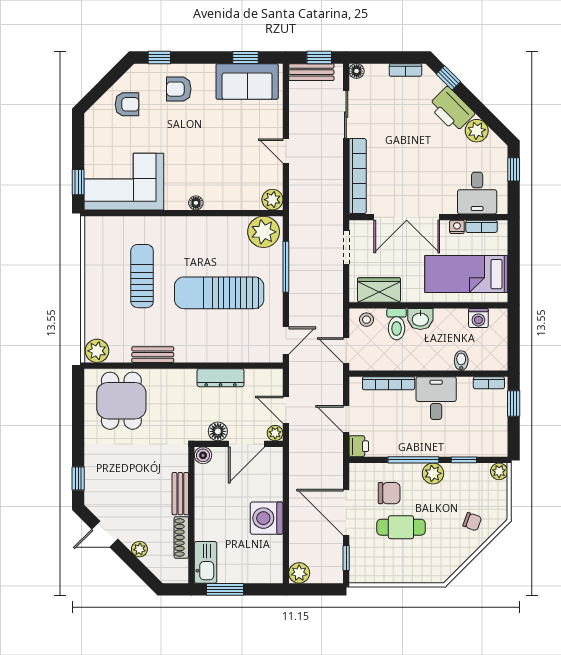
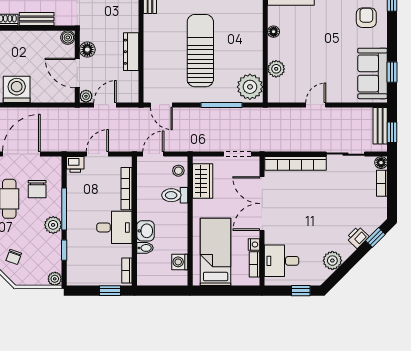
bookcase: (405, 70) -> (382, 183), moved
printer: (451, 110) -> (358, 237), width x0.53, depth x0.68
plant: (272, 200) -> (276, 69), moved
washbasin: (420, 319) -> (146, 231), moved, turned 180

